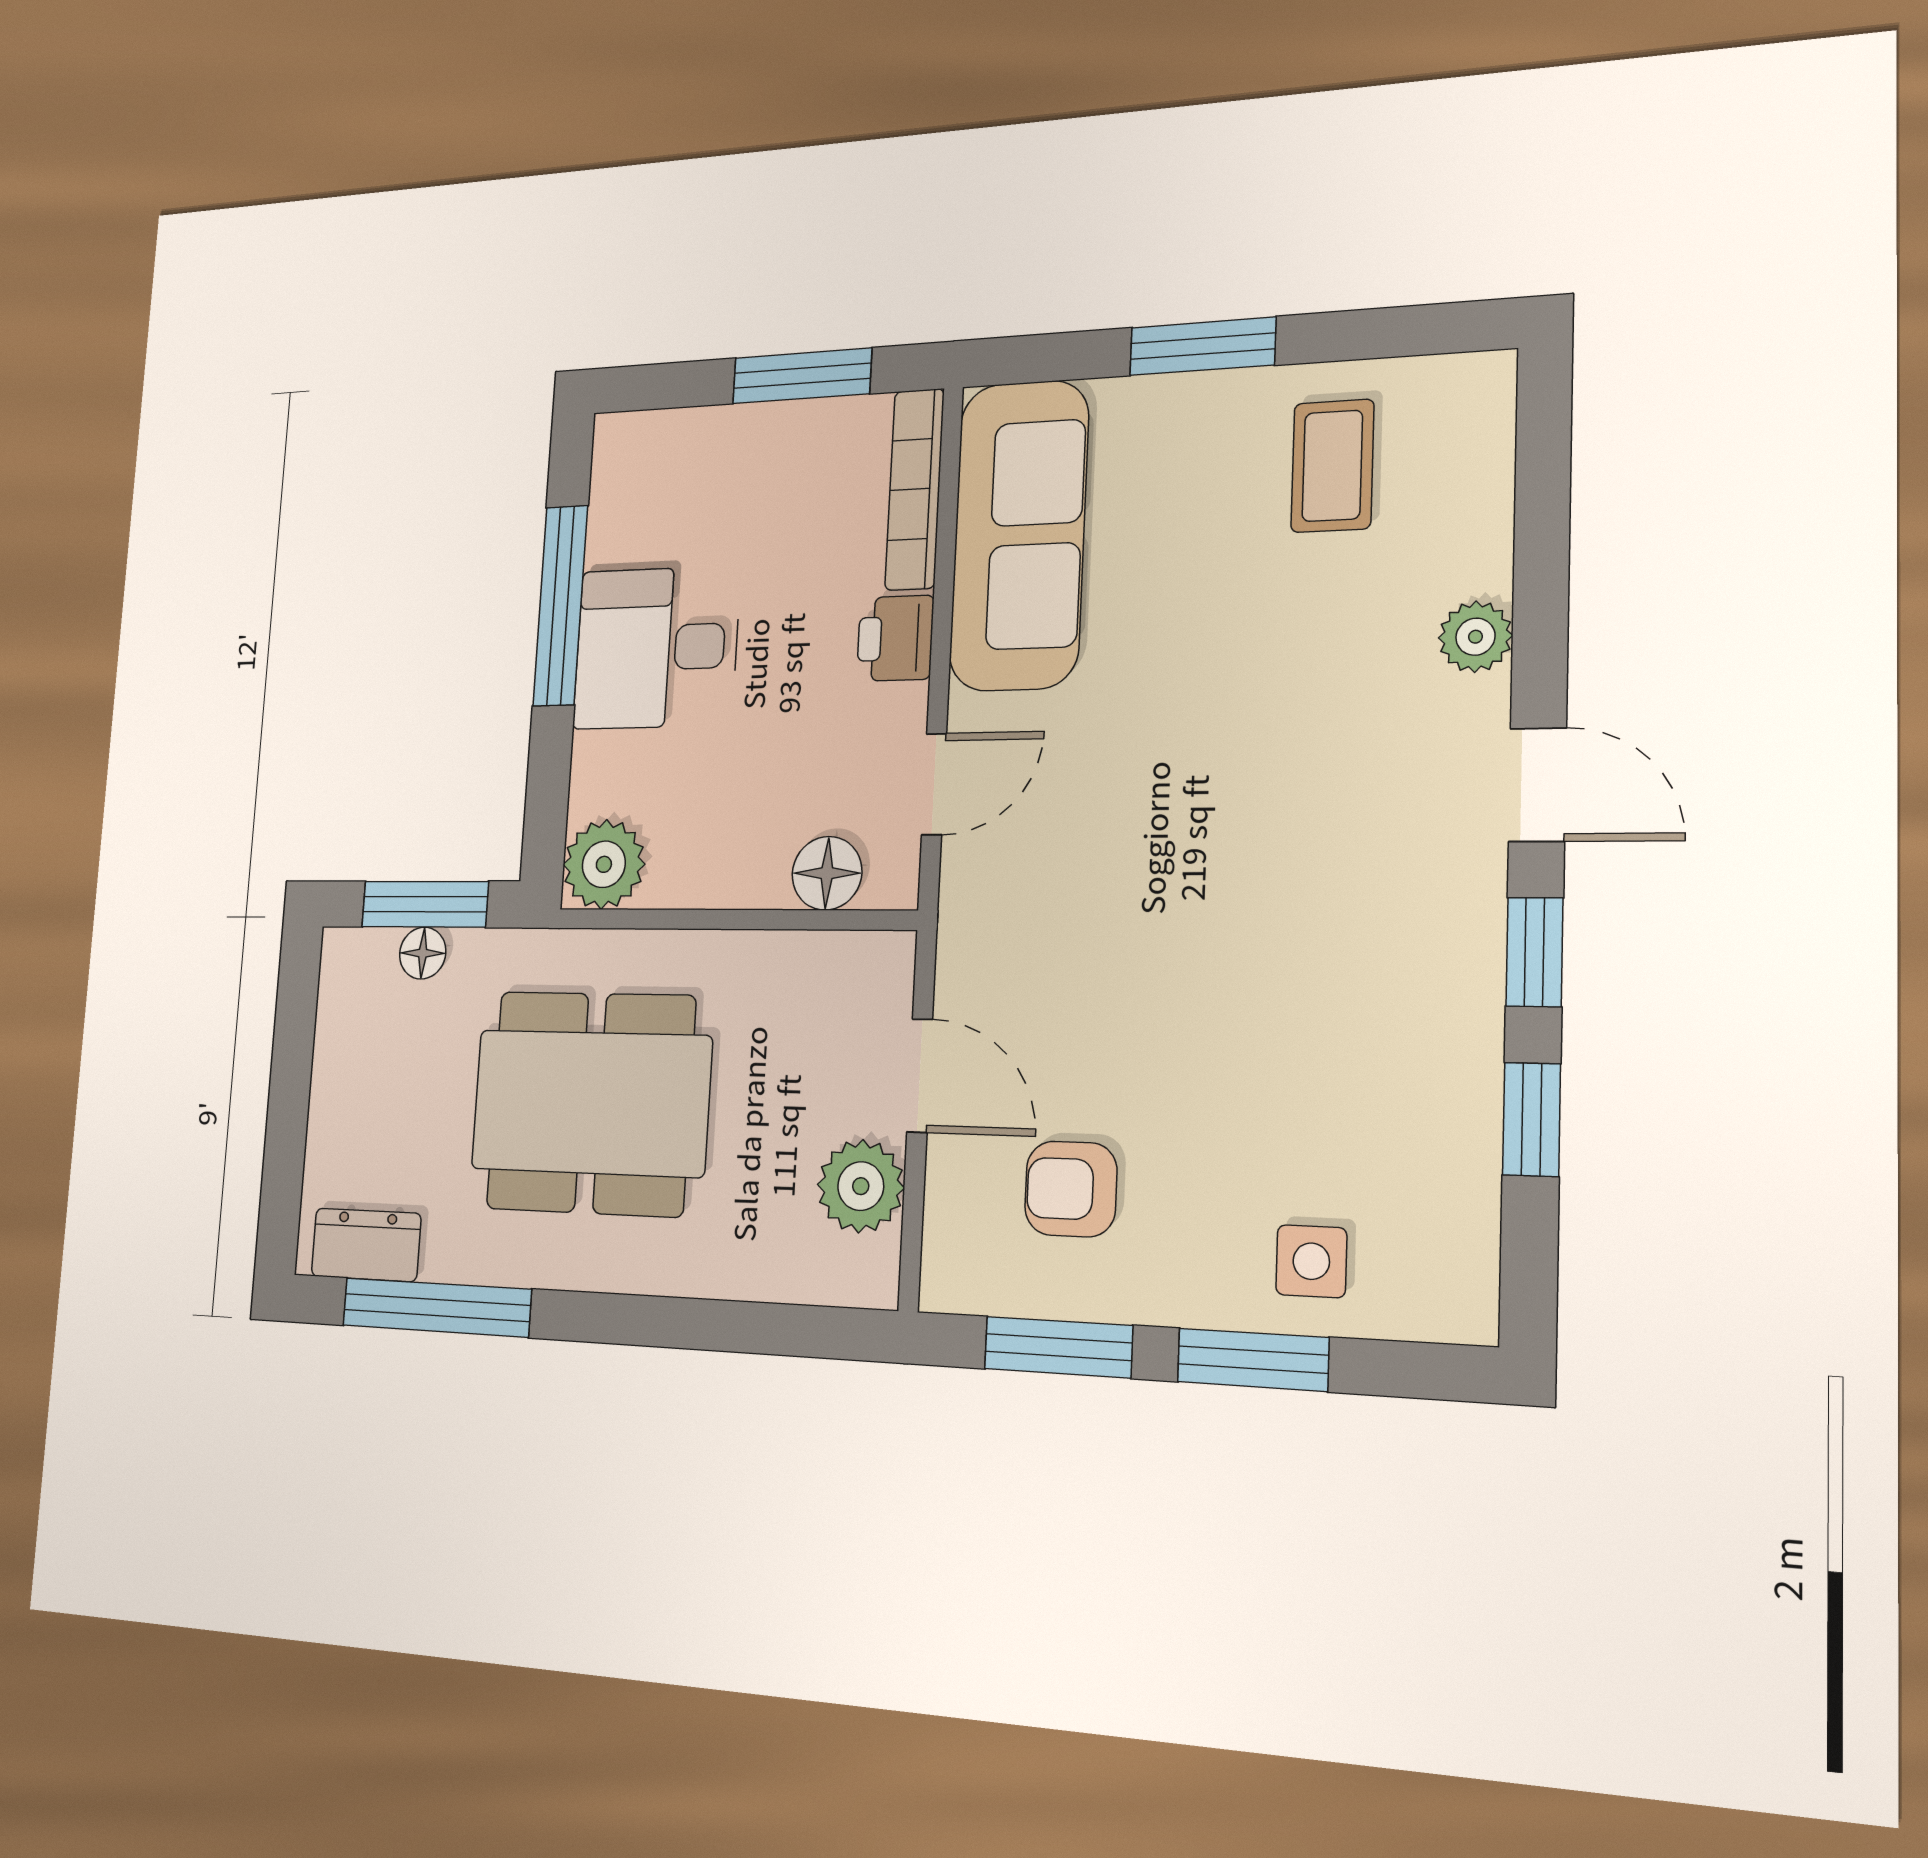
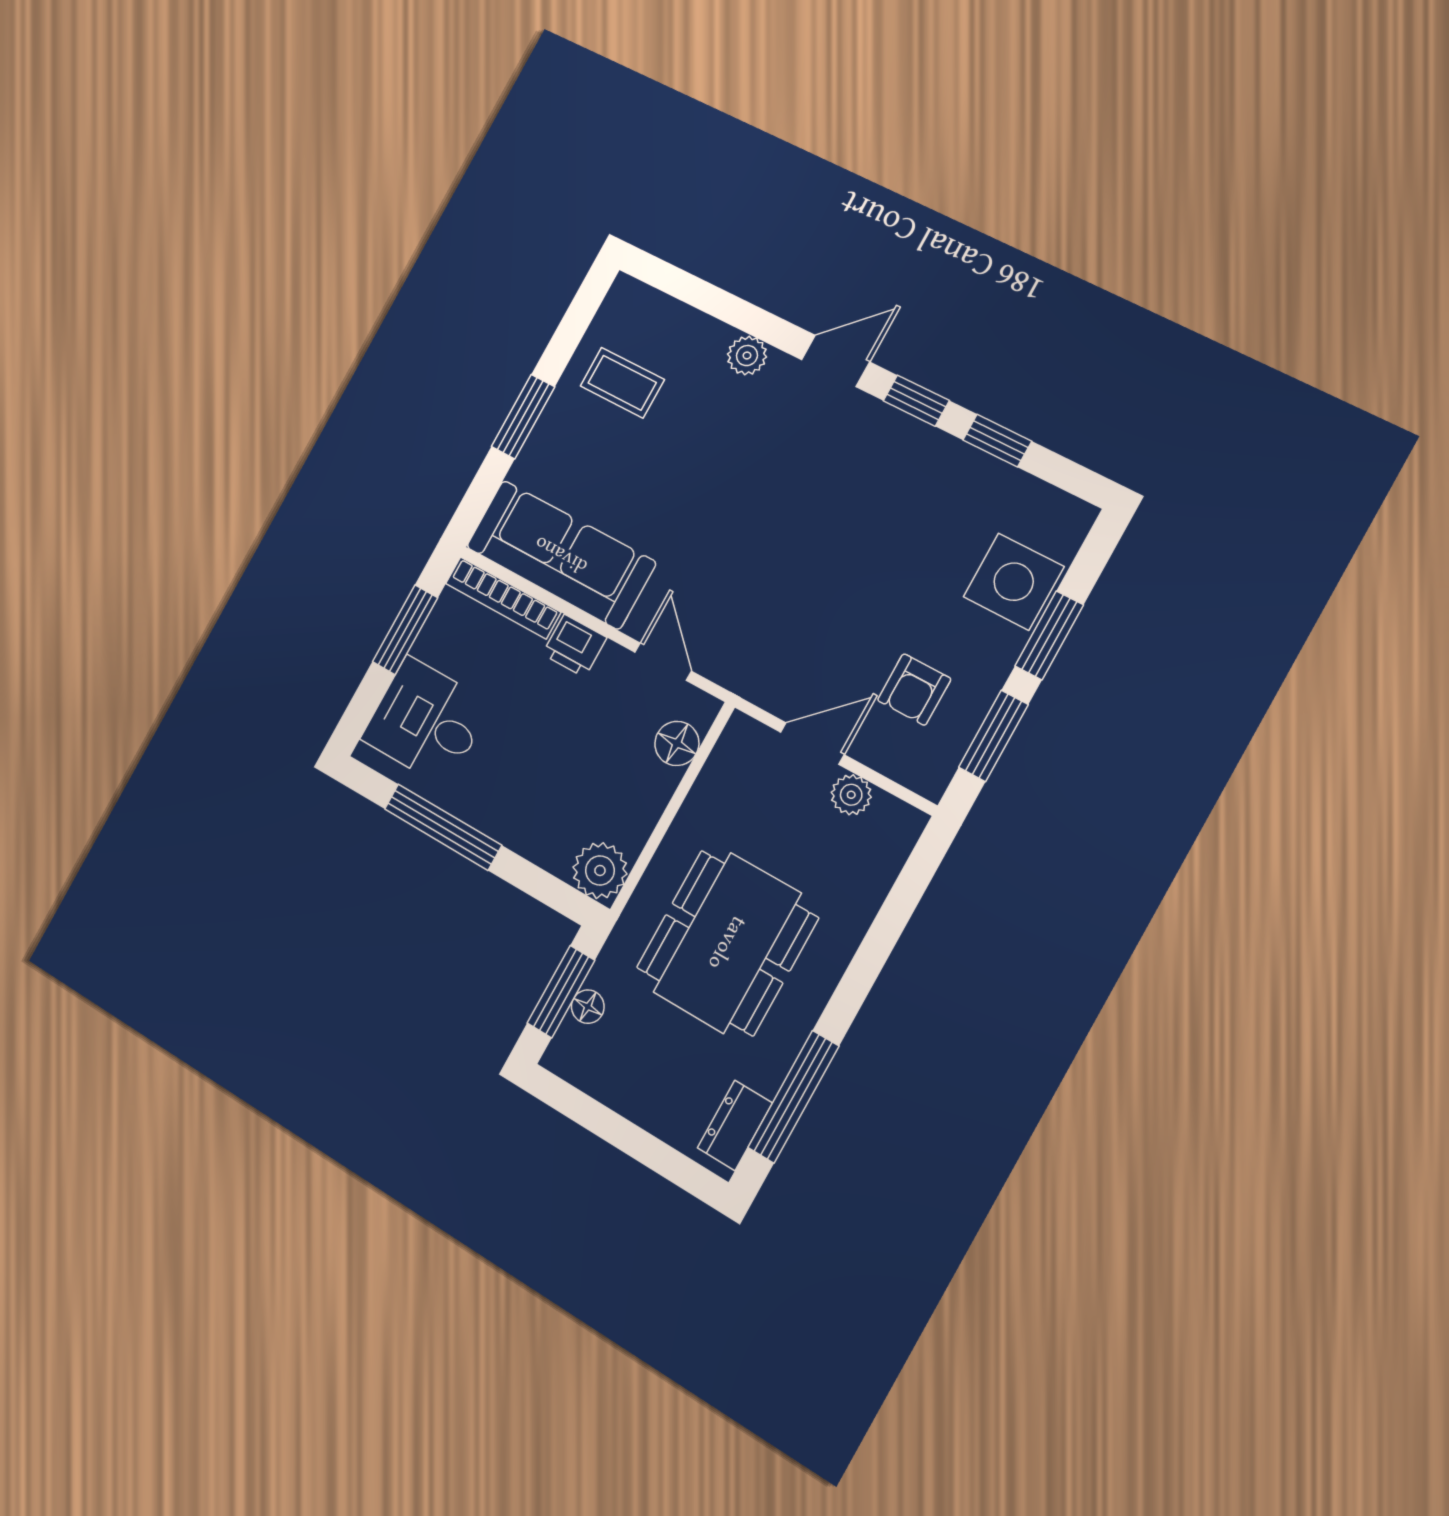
desk: (656, 648) -> (426, 721), moved, turned 90
plant: (861, 1186) -> (851, 795), width x0.73, depth x0.73
side table: (1311, 1261) -> (1014, 582), width x1.87, depth x1.87

